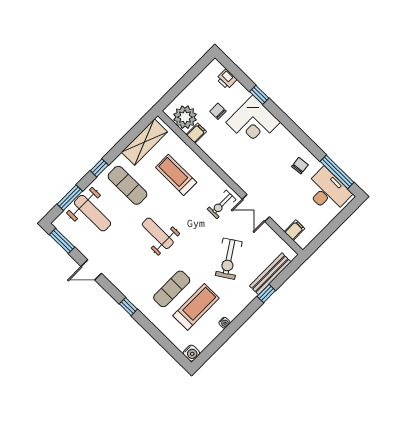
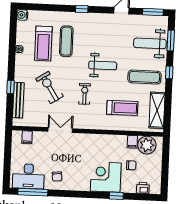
exercise bike: (222, 204) -> (85, 94), moved

